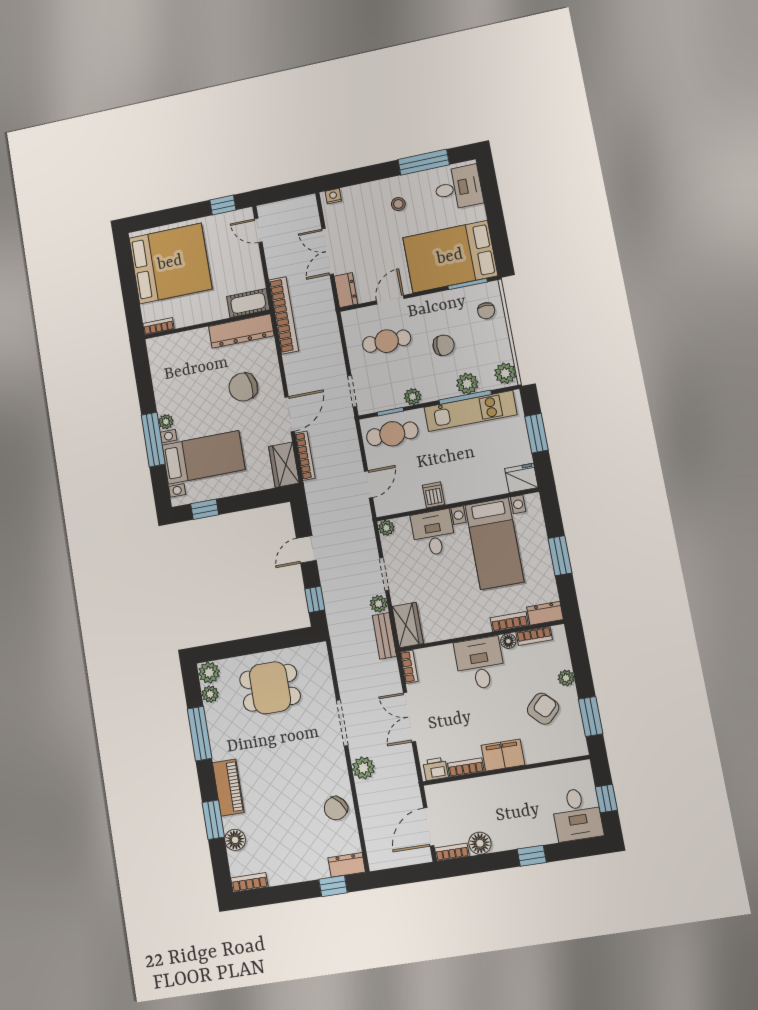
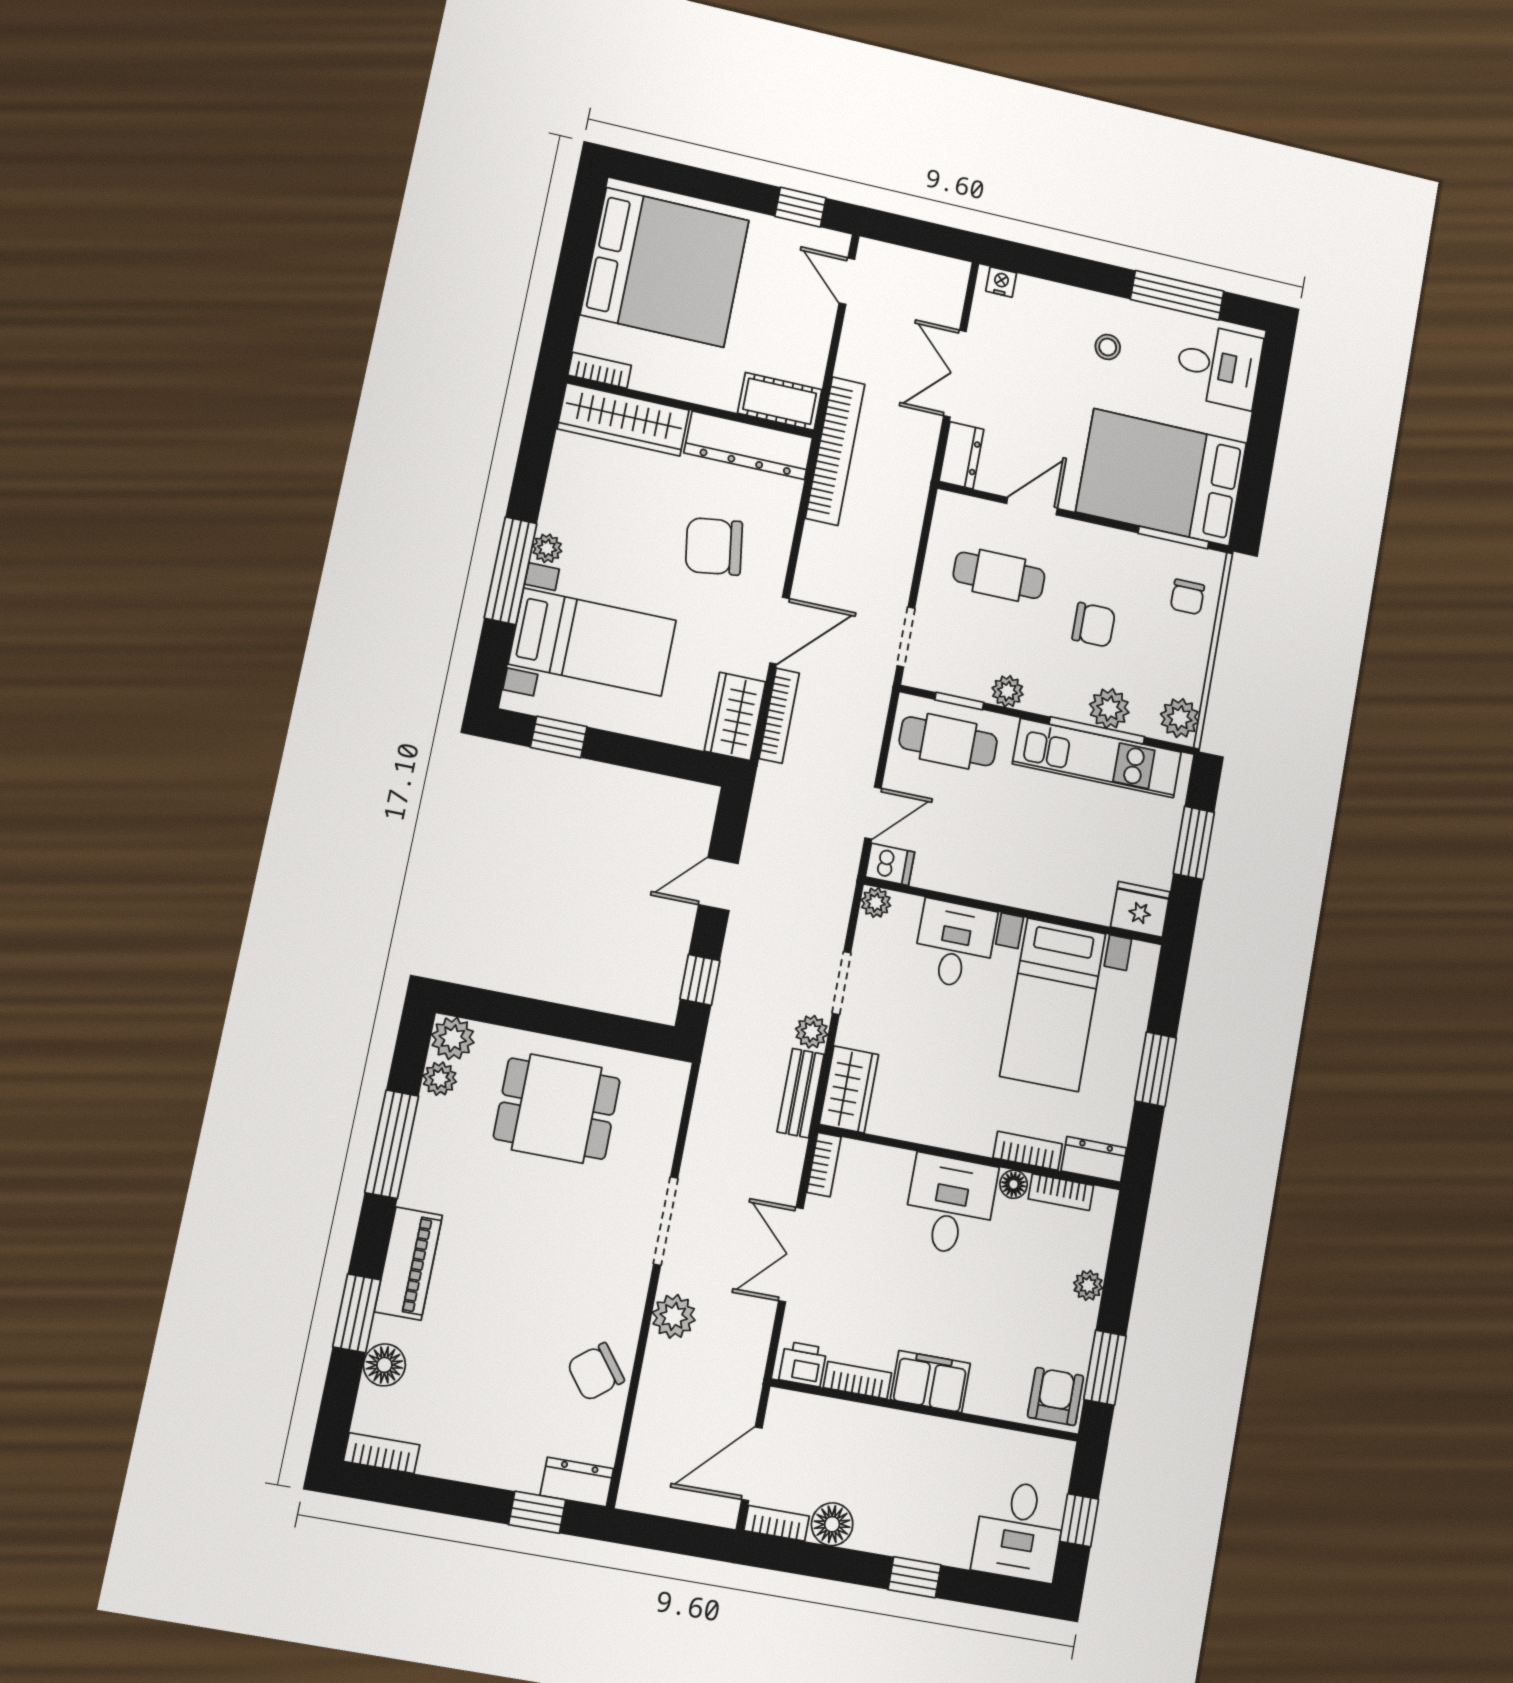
wardrobe: (178, 345) -> (623, 419), added
dishwasher: (434, 495) -> (890, 864), moved, turned 90
armchair: (543, 709) -> (1056, 1396), moved, turned -45

